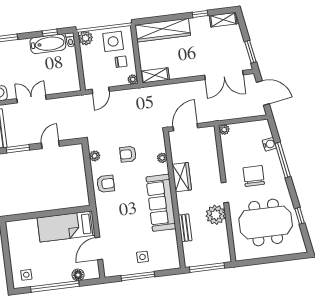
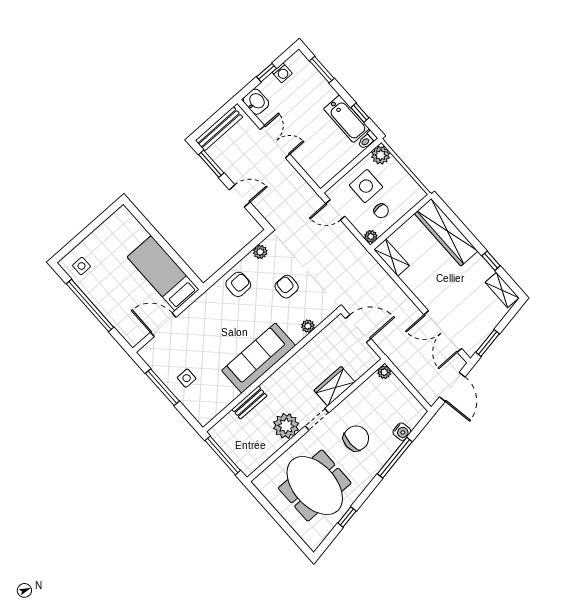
side table: (113, 41) -> (366, 186), moved
wardrobe: (182, 177) -> (335, 386), moved, turned 180
armchair: (106, 184) -> (238, 284), turned -90
floor lamp: (78, 275) -> (120, 322), removed

